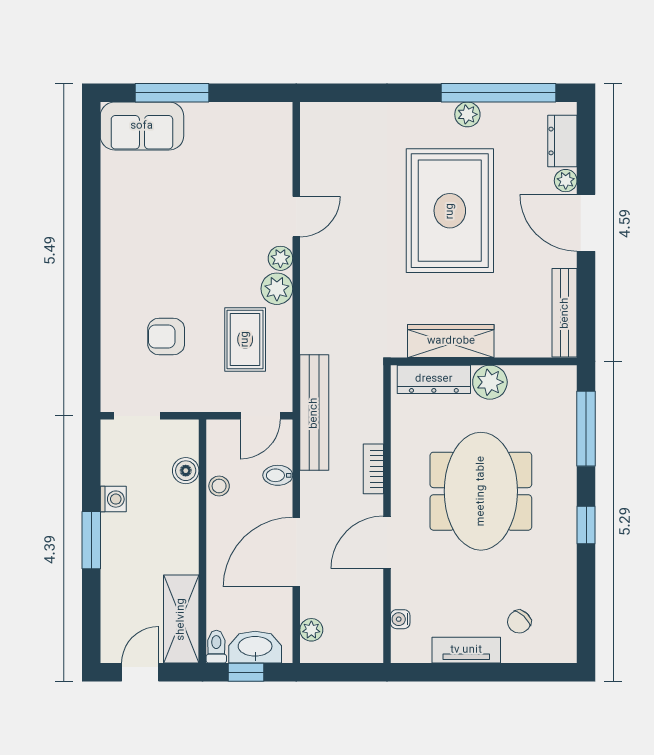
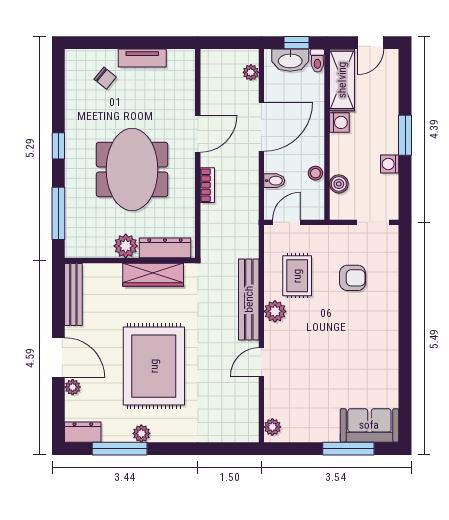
window: (498, 93) -> (120, 449), width x0.68
dresser: (562, 141) -> (83, 432), moved, turned -90
plant: (280, 258) -> (272, 427), moved
bench: (314, 413) -> (249, 299), moved
washing machine: (185, 558) -> (339, 122), added
water cooler: (400, 619) -> (189, 80), removed
chair: (519, 622) -> (105, 78), turned 86

